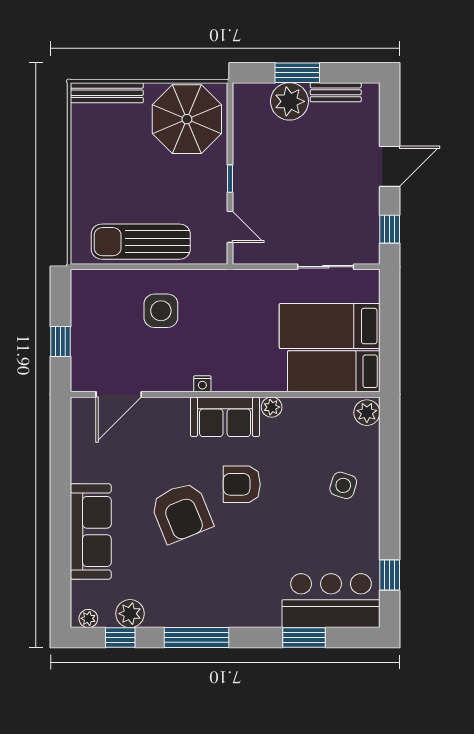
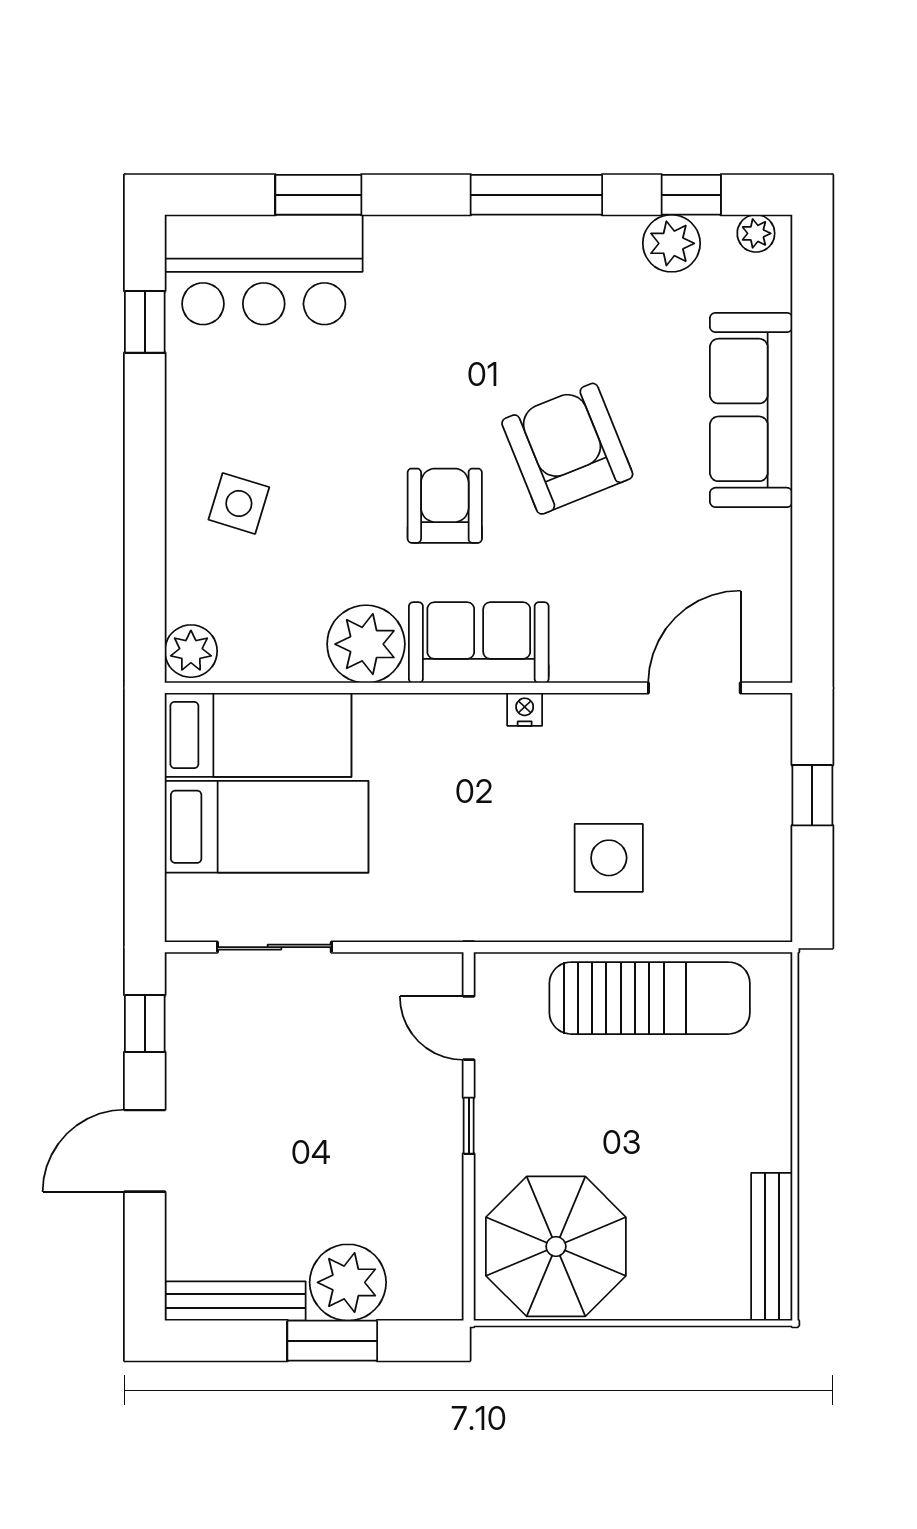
bench: (336, 92) -> (235, 1301), width x1.36
bench: (107, 93) -> (772, 1247), moved, turned 90
plant: (272, 407) -> (366, 644), width x1.87, depth x1.87
armchair: (242, 484) -> (445, 506), turned -90

